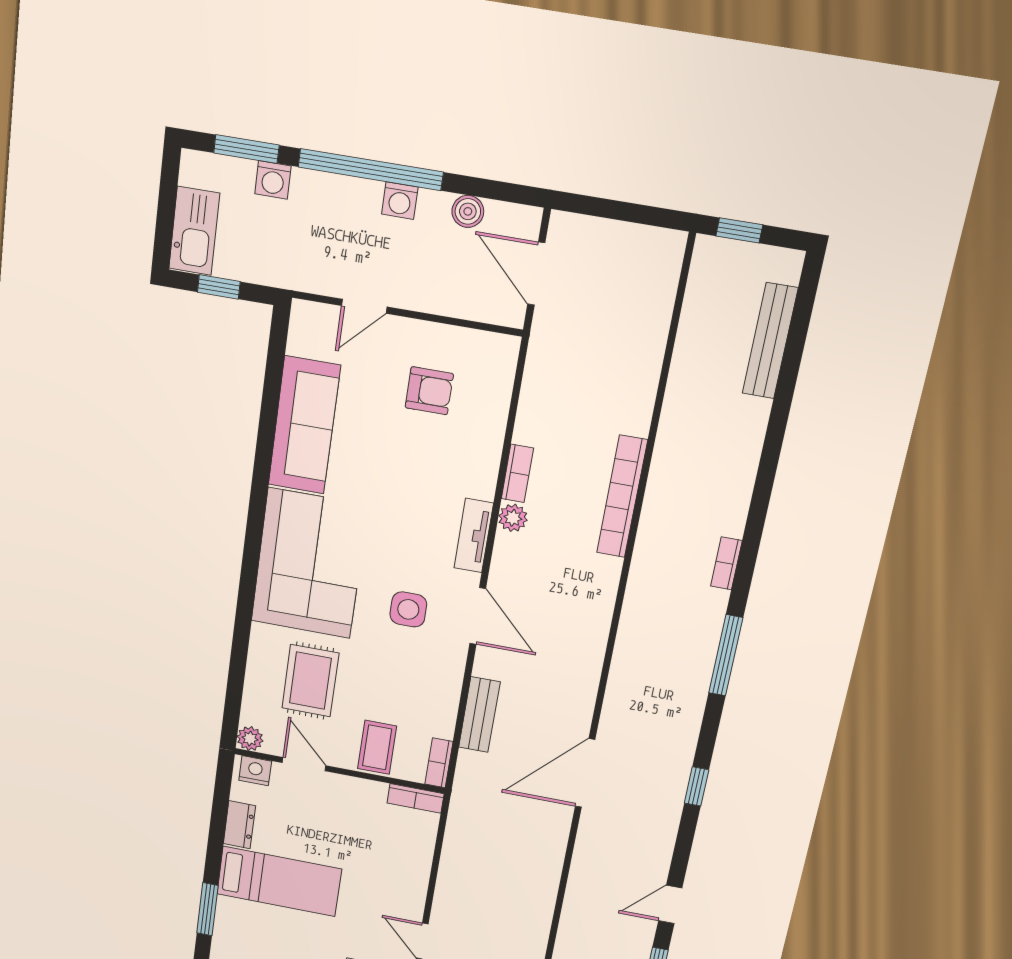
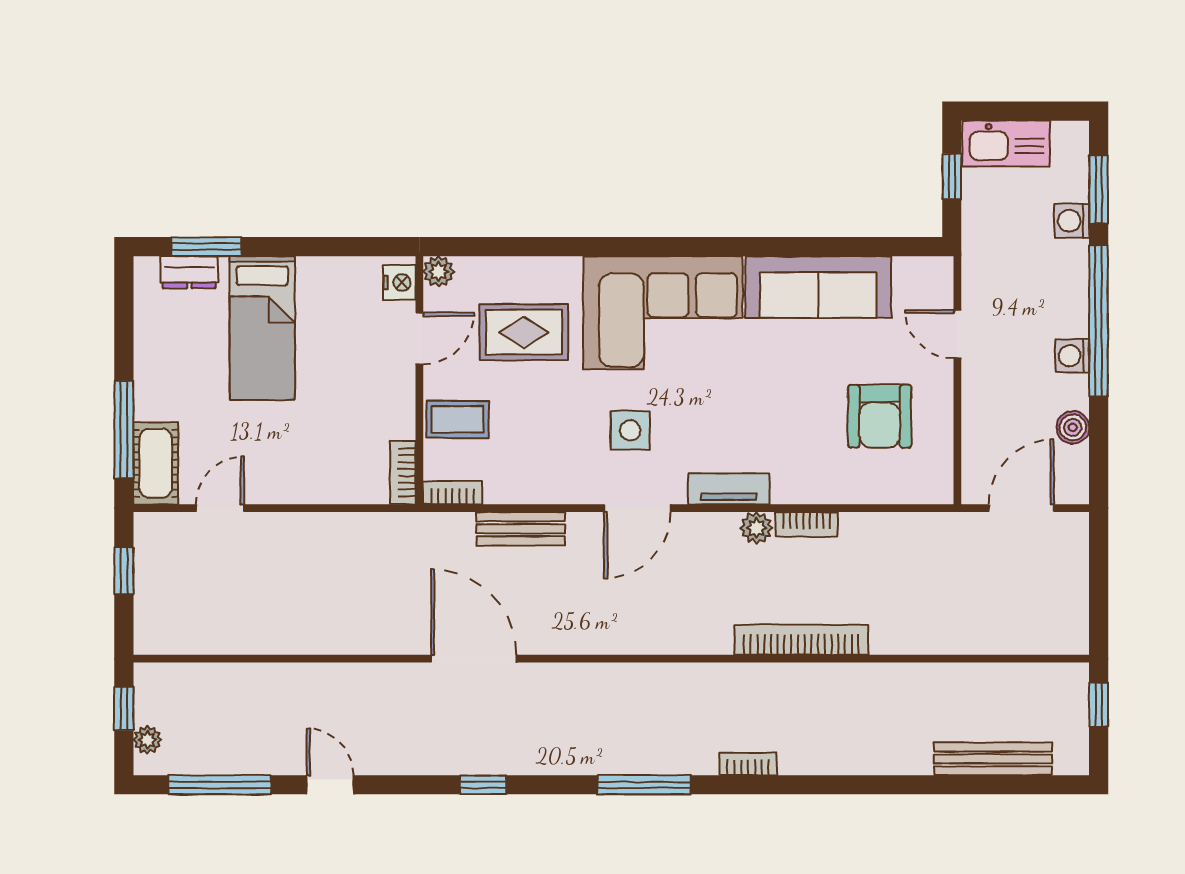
armchair: (429, 391) -> (880, 416), width x1.38, depth x1.38
dresser: (239, 825) -> (189, 272), moved

